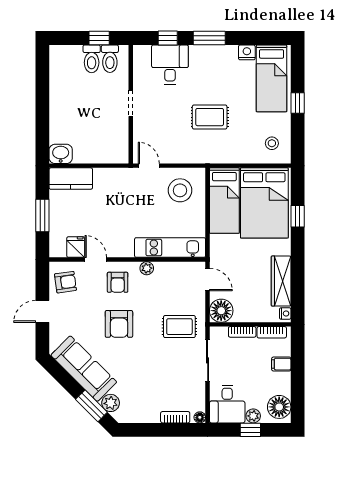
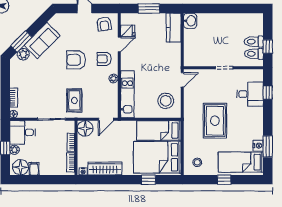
window: (209, 38) -> (268, 146), moved
rug: (210, 117) -> (215, 121), width x1.36, depth x1.43
filing cabinet: (281, 364) -> (34, 169), moved
sofa: (84, 369) -> (42, 40), width x0.73

